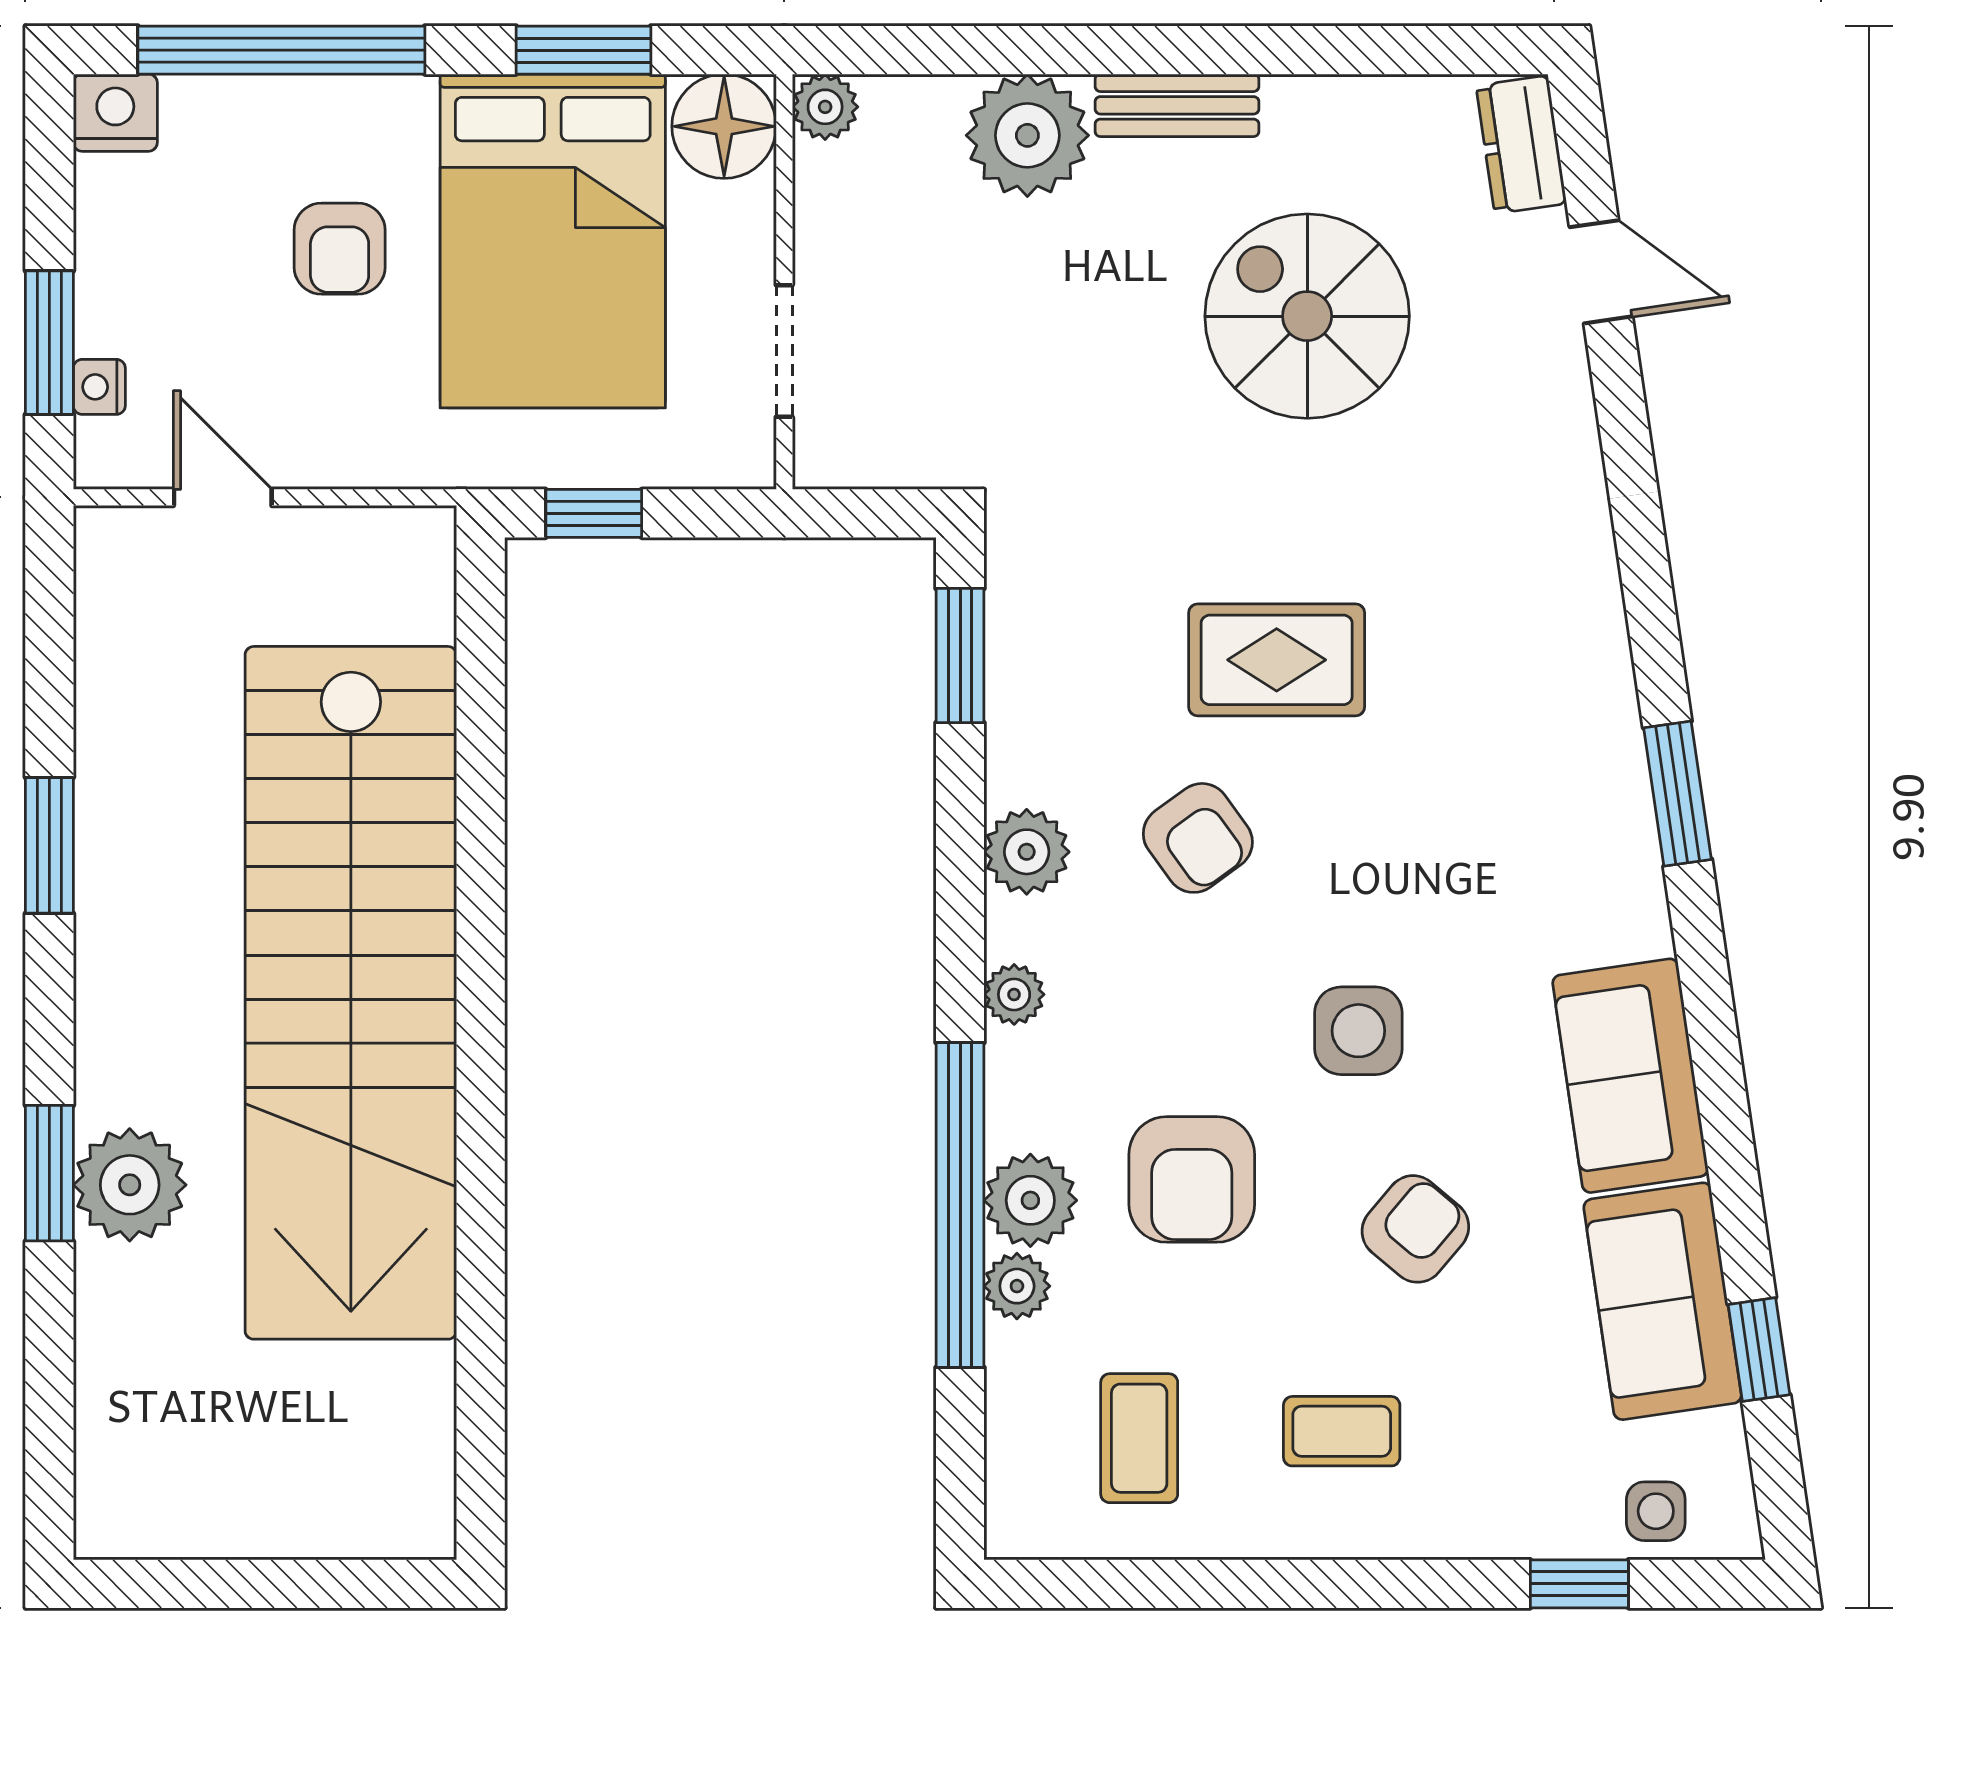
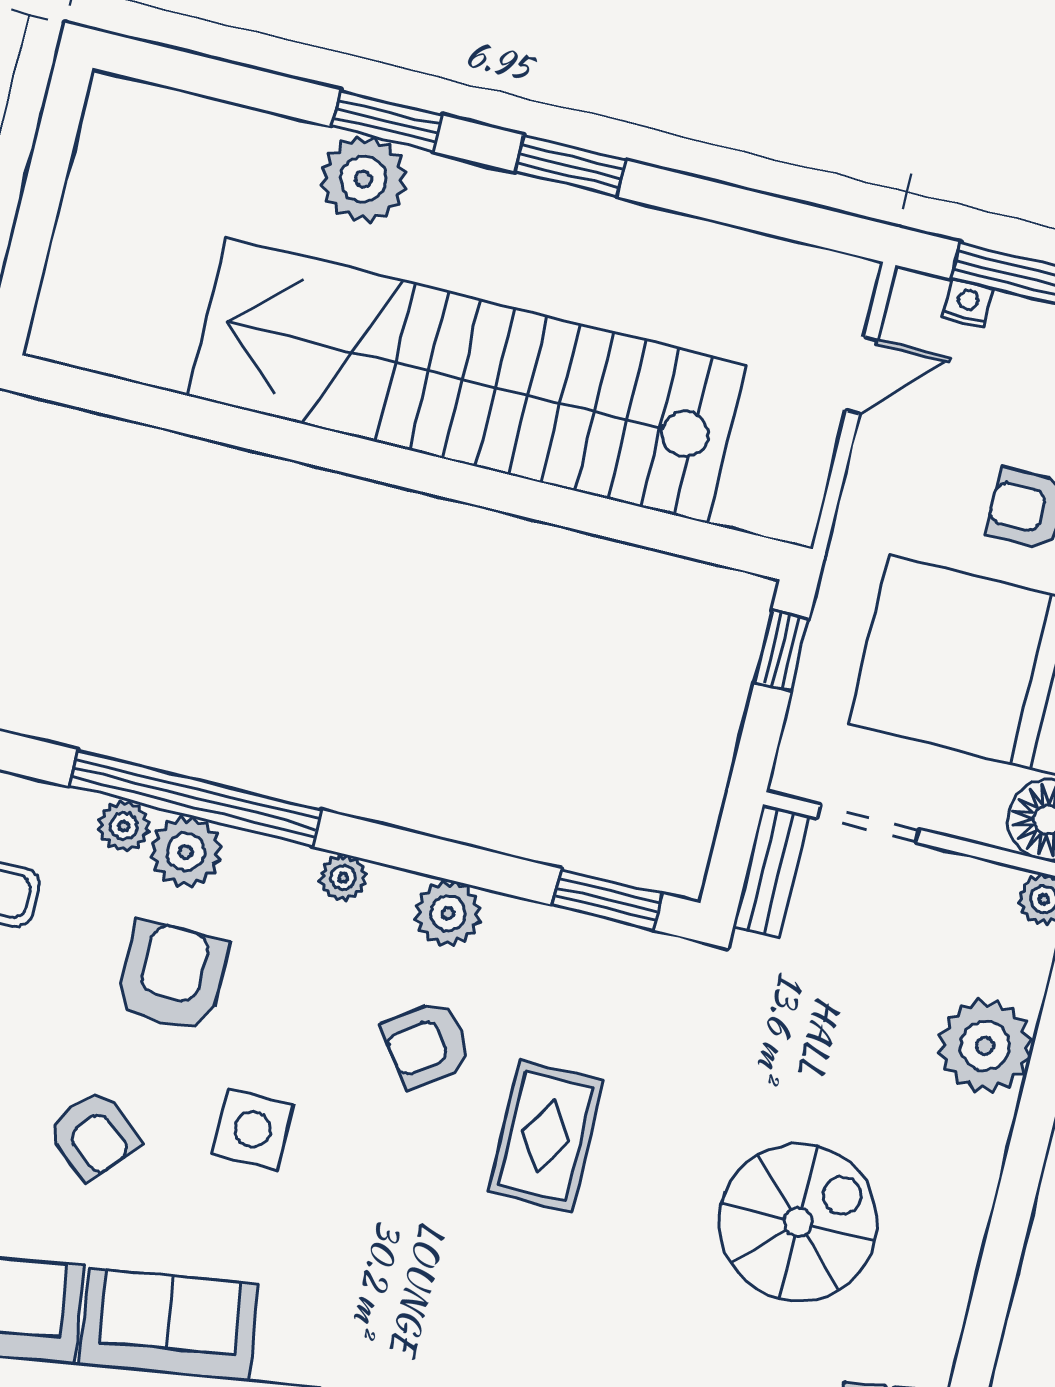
bench: (1177, 105) -> (771, 871), moved
window: (49, 845) -> (570, 166), moved
armchair: (1192, 1179) -> (172, 977), turned 90

